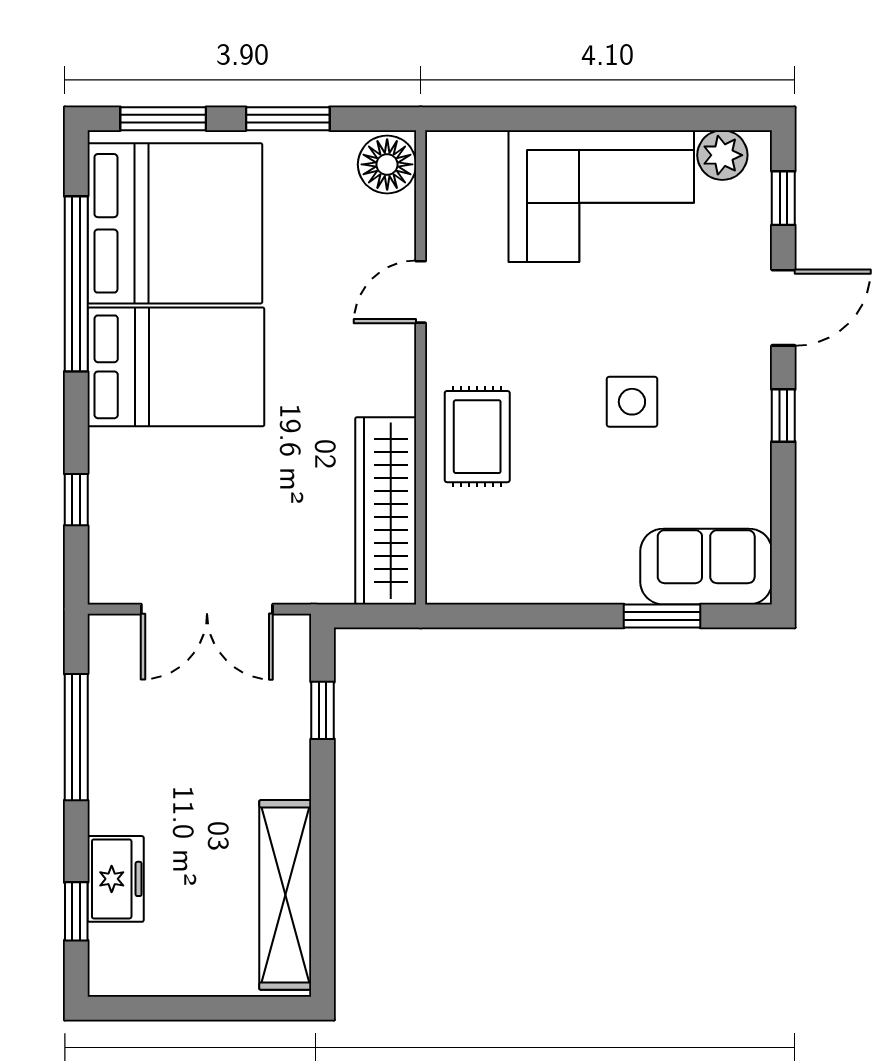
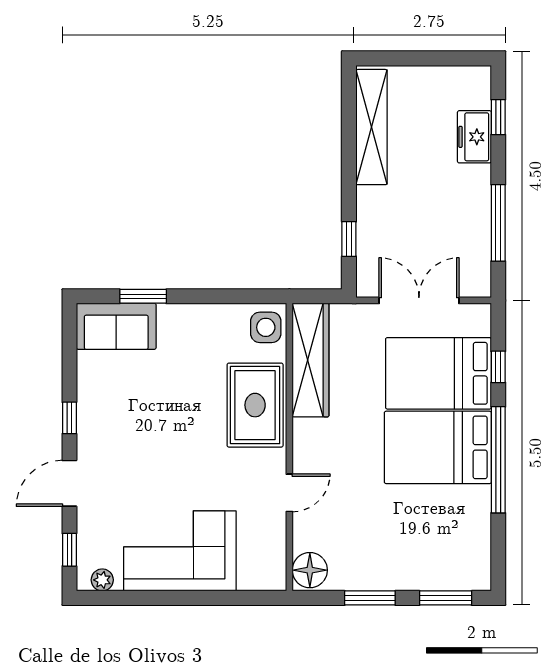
plant: (722, 155) -> (102, 580), width x0.73, depth x0.73
bed: (175, 223) -> (438, 373), moved, width x0.73
window: (76, 284) -> (498, 460), moved
side table: (632, 402) -> (266, 327), moved
rug: (477, 437) -> (255, 405), width x1.36, depth x1.43

